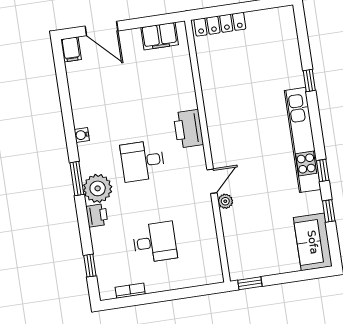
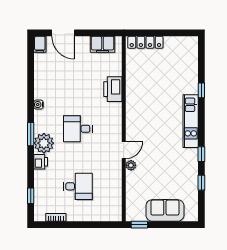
printer: (188, 129) -> (113, 89), moved
kitchen unit: (303, 140) -> (191, 121), width x0.73
sofa: (313, 242) -> (165, 210), moved, turned 90

